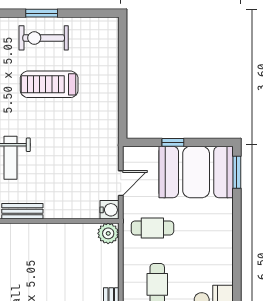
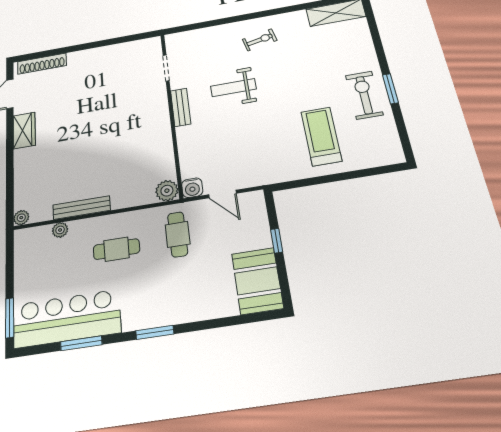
treadmill: (49, 84) -> (321, 136), moved
booth: (196, 172) -> (257, 281), width x0.73, depth x0.70
window: (237, 172) -> (155, 332), moved

